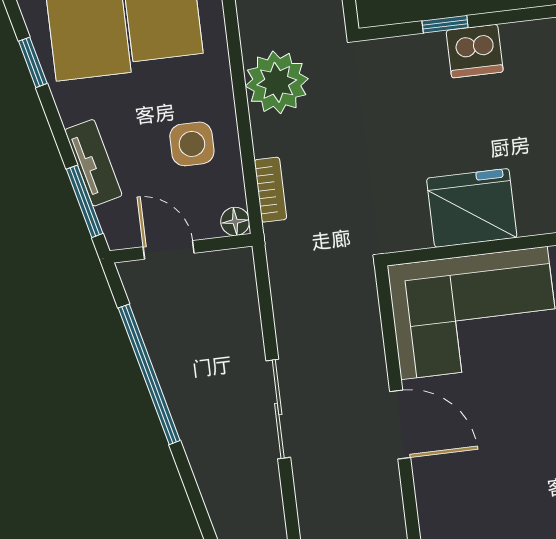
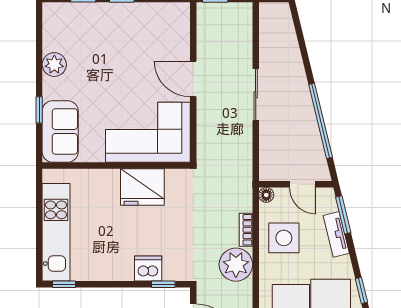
window: (445, 24) -> (163, 284), moved
dishwasher: (475, 51) -> (148, 268), moved
side table: (192, 144) -> (284, 238), width x1.37, depth x1.37
bookcase: (270, 190) -> (246, 230), moved

